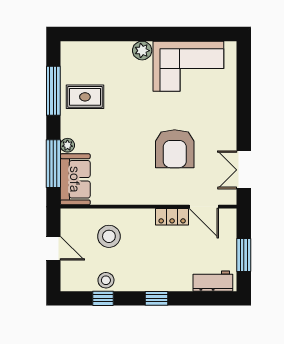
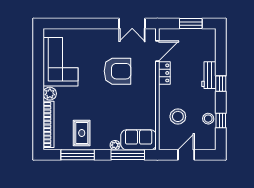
bookcase: (97, 49) -> (48, 124), added
workbench: (213, 281) -> (209, 75), moved

